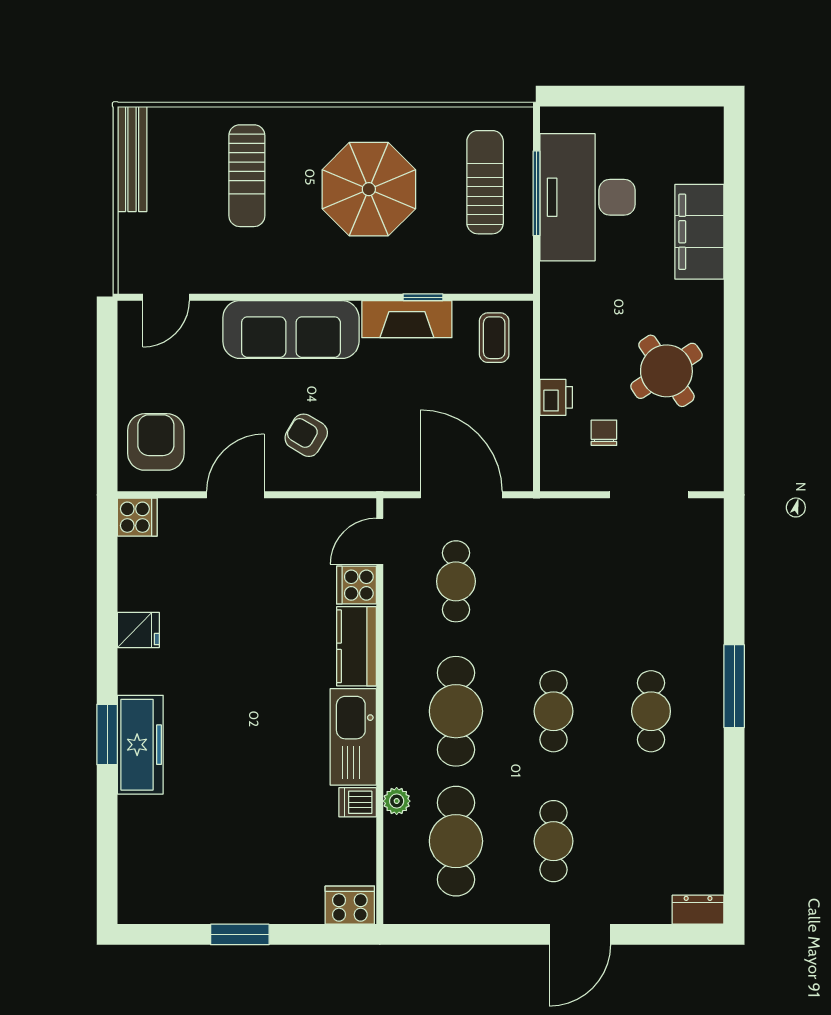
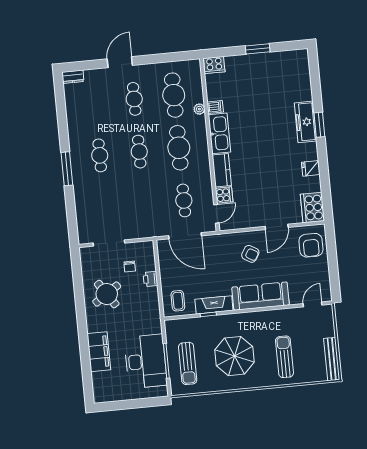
cooker: (137, 517) -> (312, 208), width x1.87, depth x1.31

